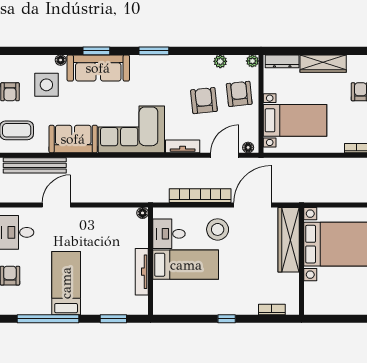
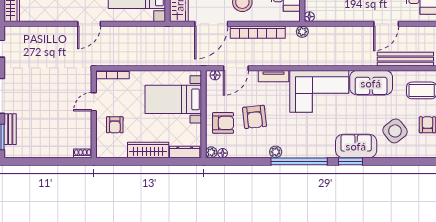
window: (154, 51) -> (299, 161), width x2.11
floor lamp: (61, 60) -> (223, 153), moved
plant: (220, 61) -> (276, 152), moved
sofa: (98, 68) -> (356, 146), width x0.73
side table: (46, 85) -> (395, 131), turned -38
armchair: (239, 94) -> (223, 123), turned -84
plant: (150, 196) -> (302, 32), added

